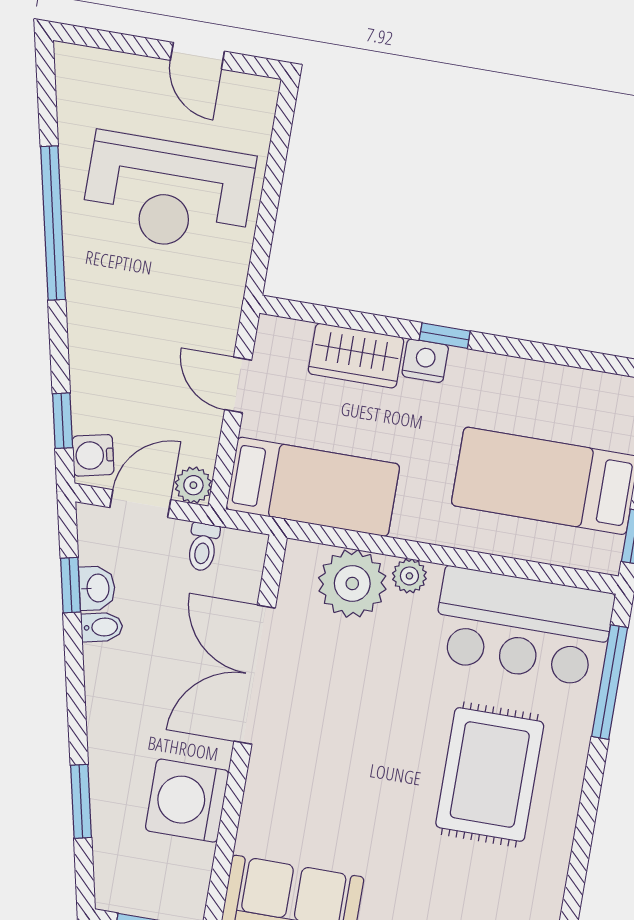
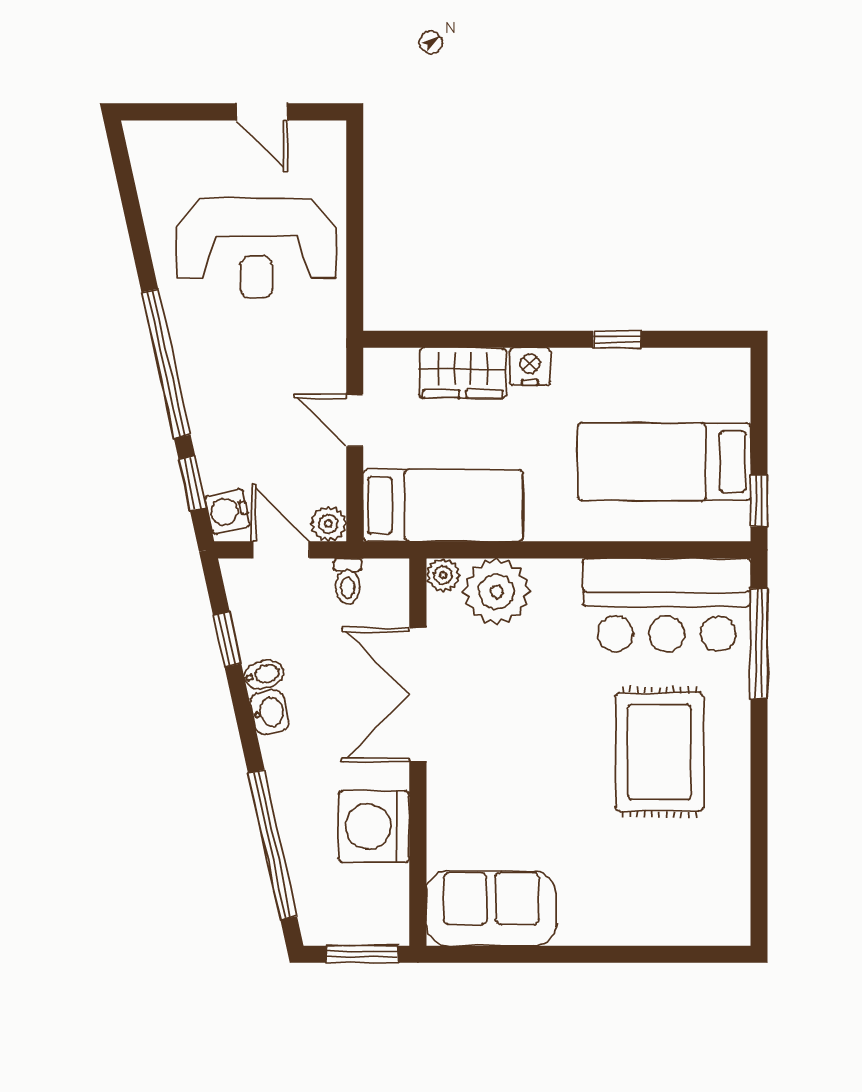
window: (53, 223) -> (166, 364), moved
window: (445, 336) -> (617, 339), moved
door: (140, 504) -> (281, 550), hinge flipped
plant: (409, 576) -> (443, 575), moved
washbasin: (97, 588) -> (269, 712), moved
window: (81, 801) -> (272, 845), width x2.11

